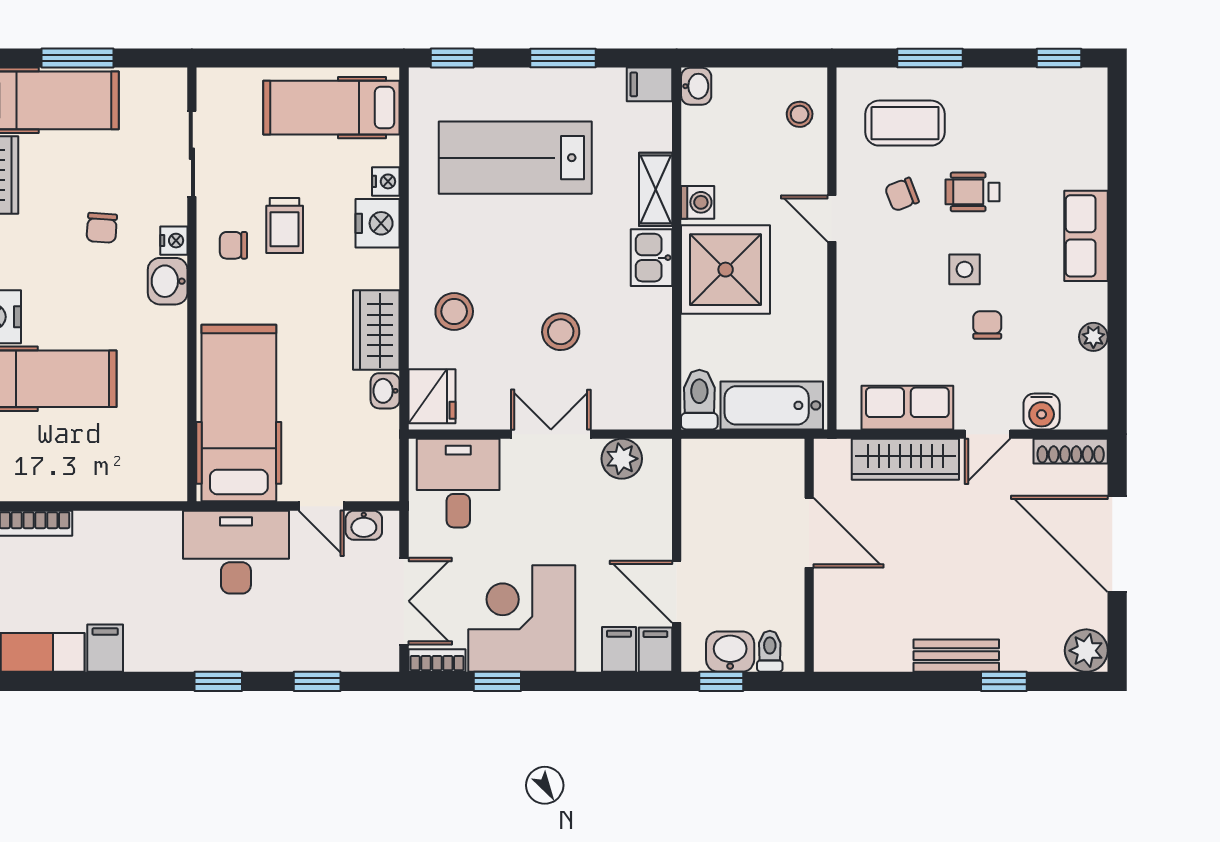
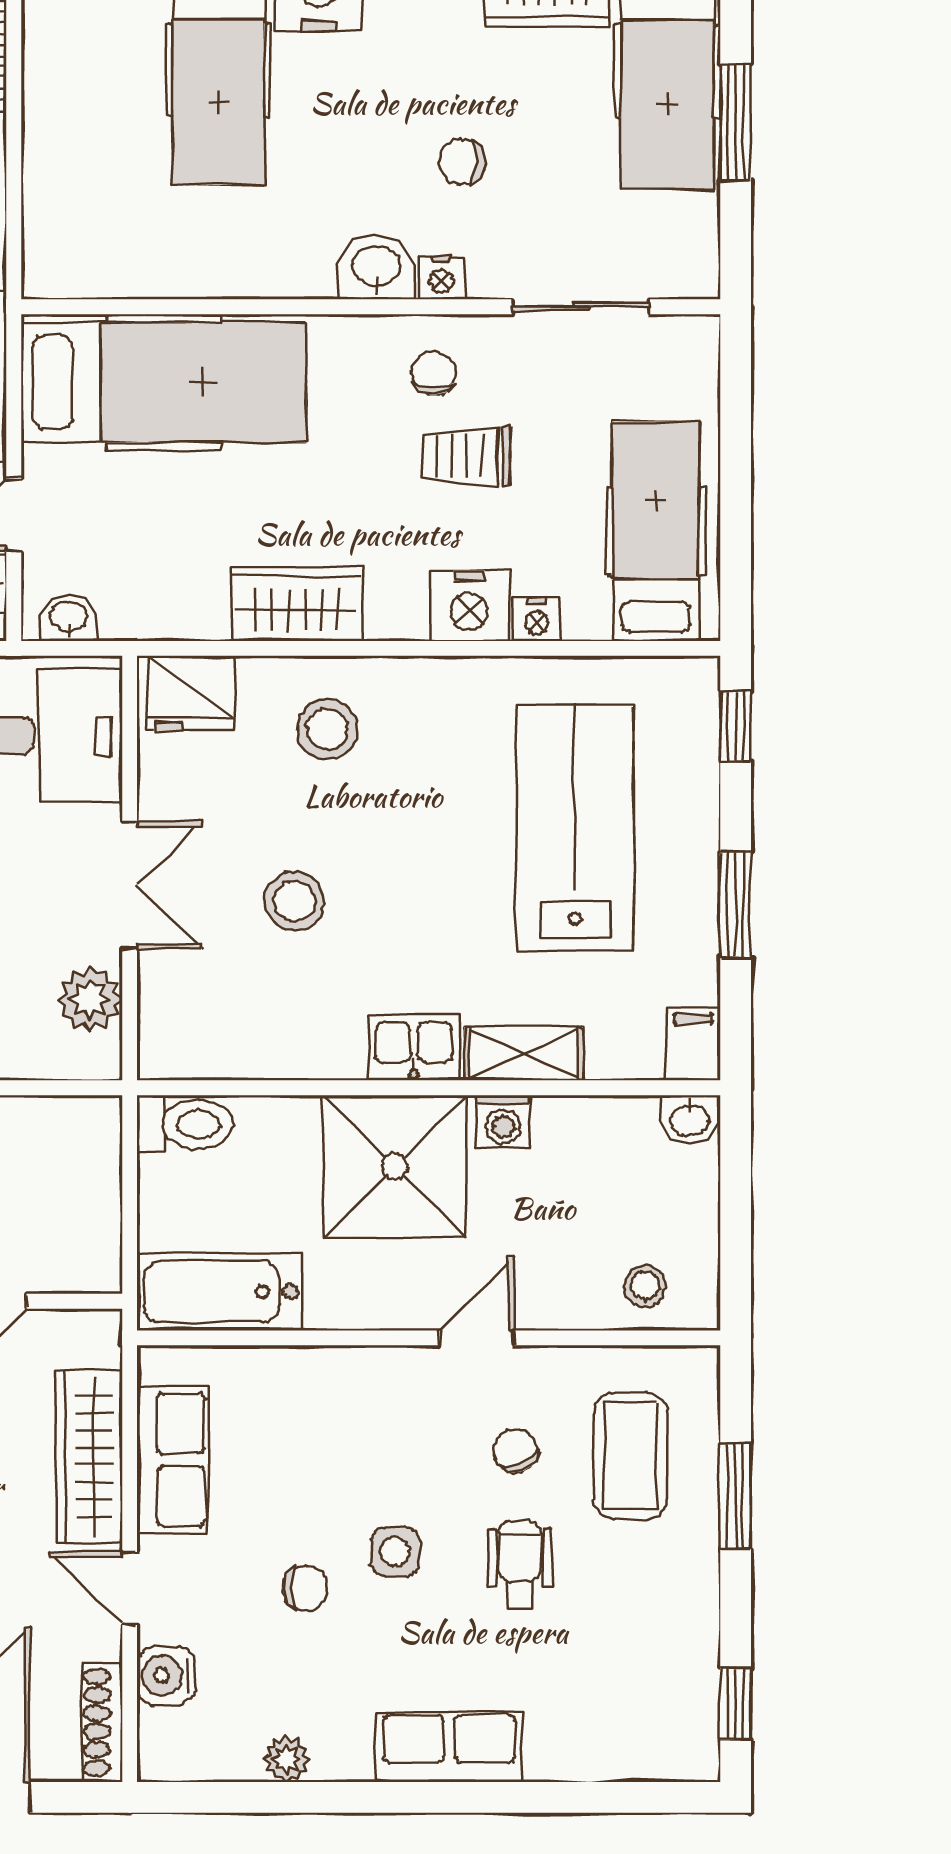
washbasin: (385, 391) -> (69, 618), moved
bathtub: (772, 405) -> (219, 1292), moved, turned -90

